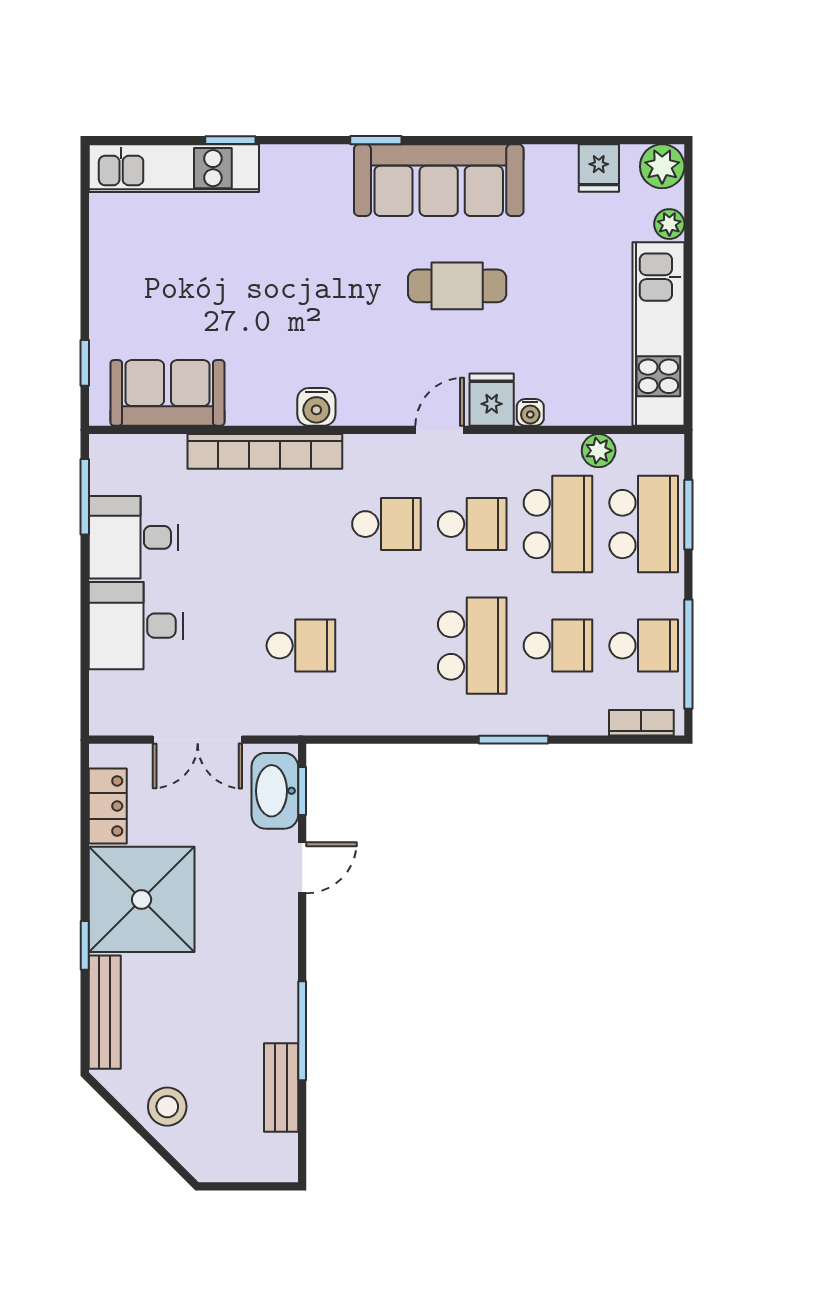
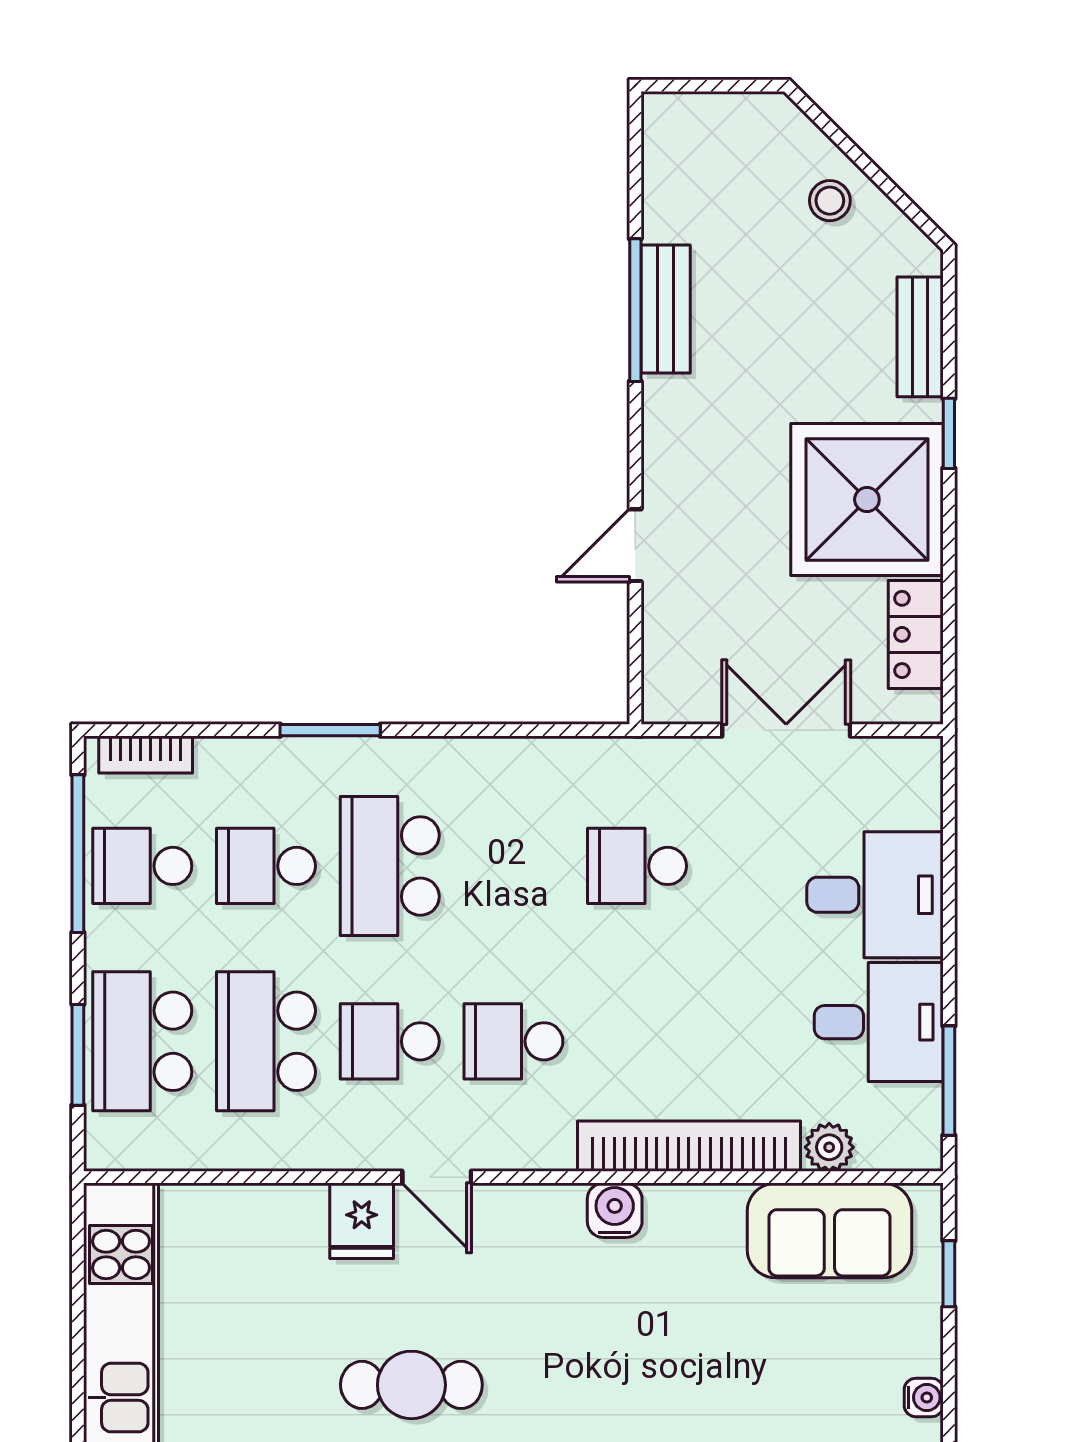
water cooler: (530, 412) -> (924, 1397), moved, turned 90
door: (440, 430) -> (437, 1177), hinge flipped
plant: (599, 451) -> (829, 1147), moved
washbasin: (275, 791) -> (675, 656), removed
window: (302, 791) -> (635, 656), removed
bench: (105, 1012) -> (920, 337), width x0.73
bench: (281, 1088) -> (666, 309), moved
stool: (167, 1107) -> (830, 201), width x0.73, depth x0.73

